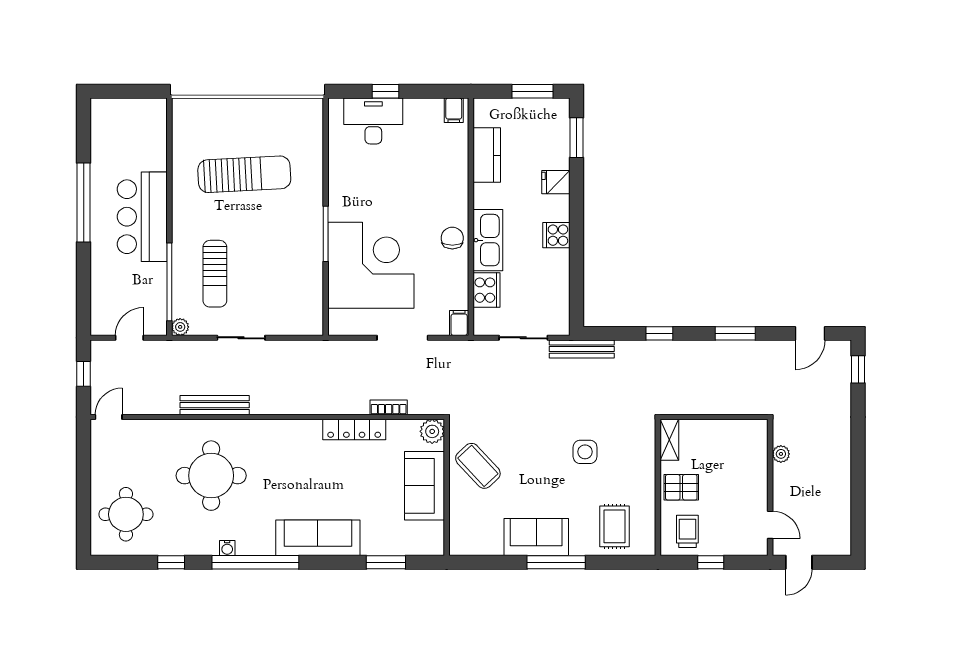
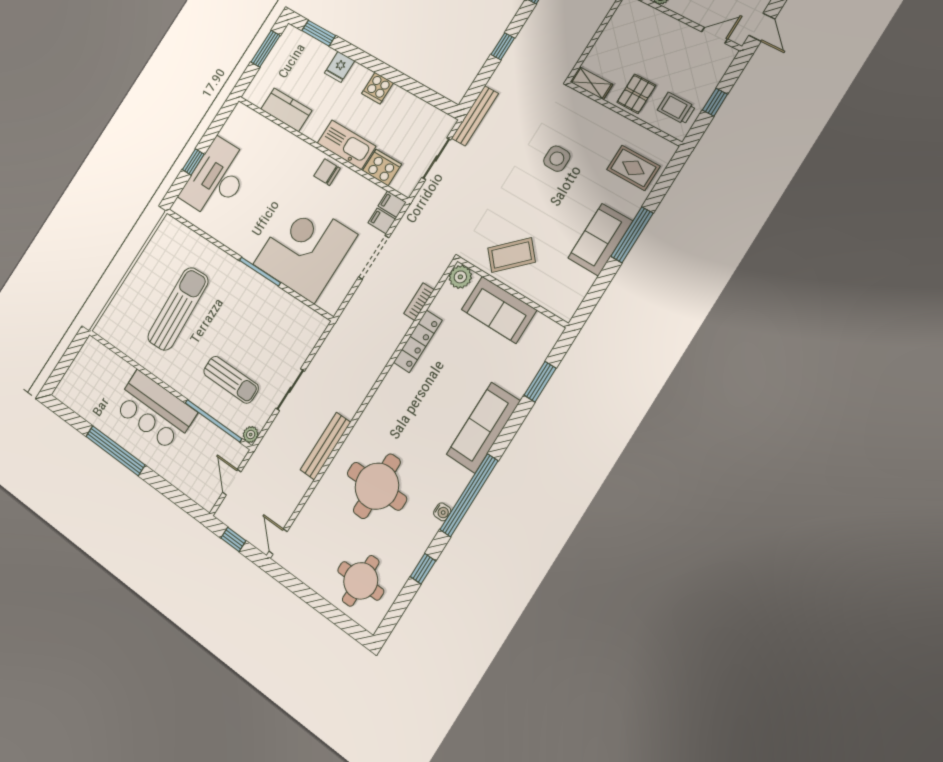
filing cabinet: (454, 110) -> (382, 221), moved, turned 180
desk: (373, 121) -> (217, 179), width x1.36, depth x1.30

